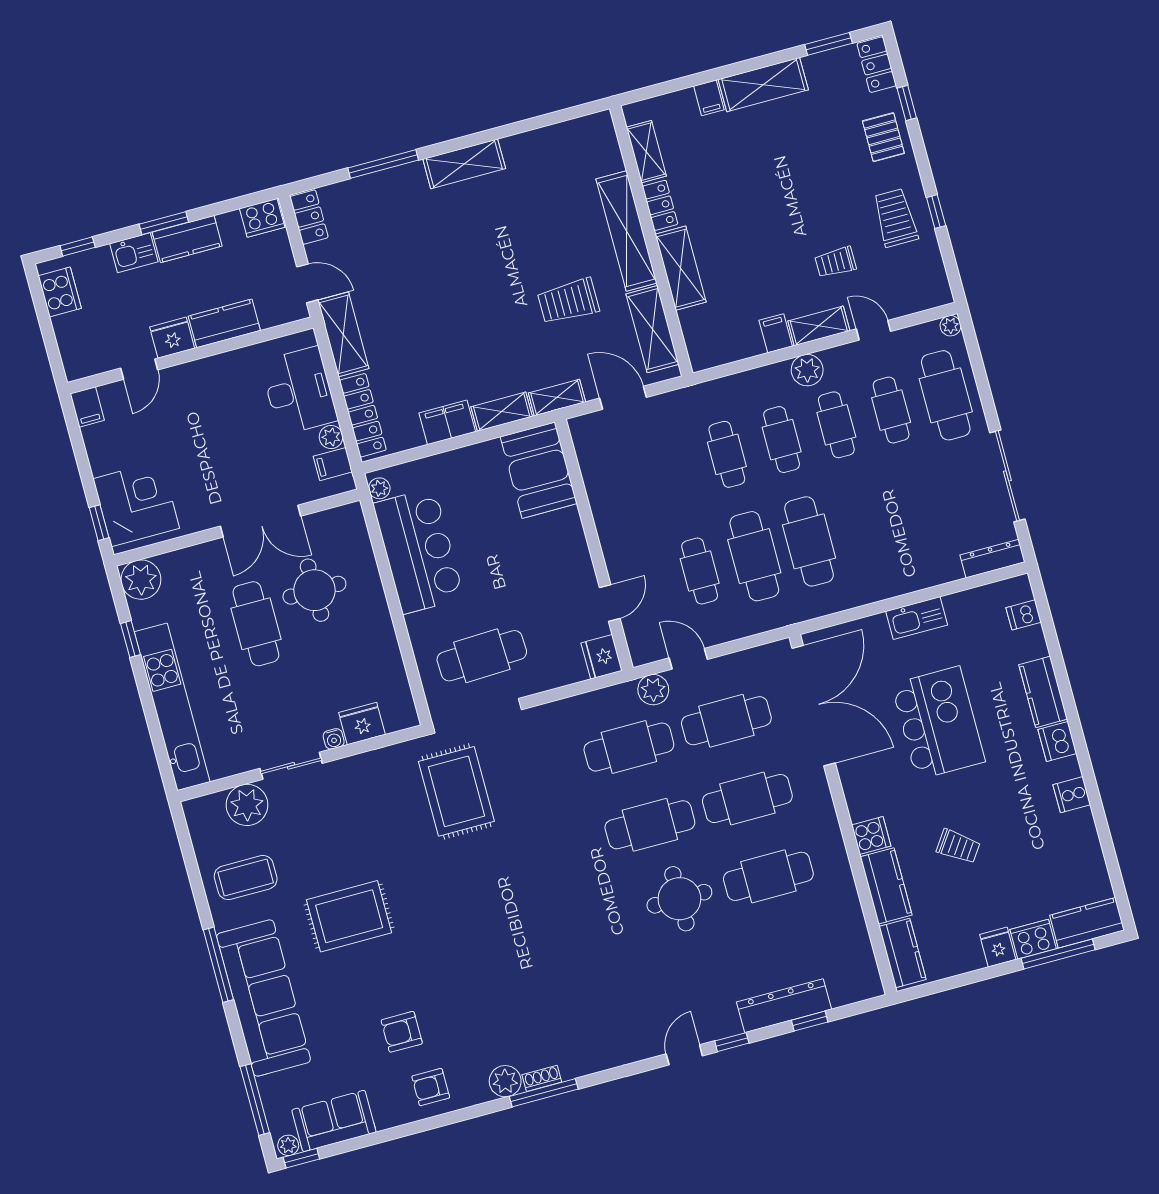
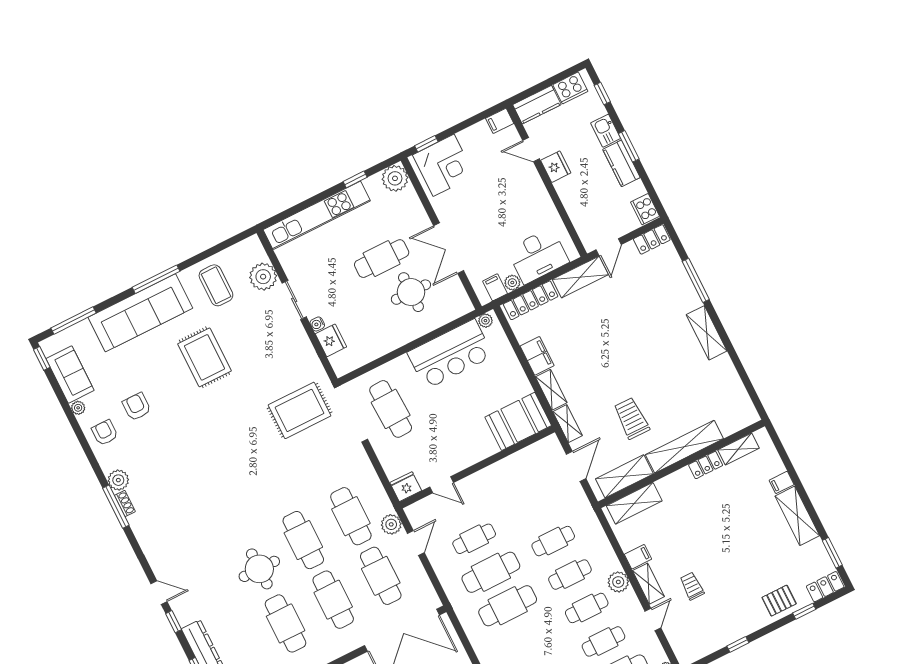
trolley: (895, 218) -> (728, 619), removed
shelving: (681, 268) -> (634, 503), moved
kitchen counter: (224, 323) -> (537, 105), moved, turned 90
plant: (288, 1145) -> (78, 408), moved

